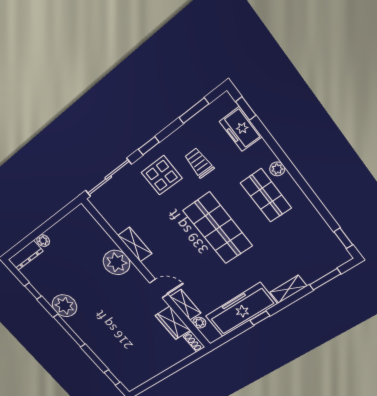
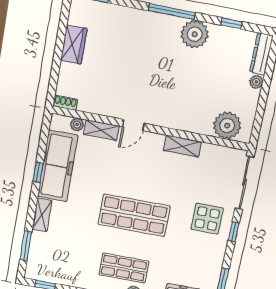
trolley: (199, 163) -> (189, 250), removed
plant: (117, 262) -> (227, 125), moved
wardrobe: (173, 323) -> (74, 45), moved, turned 90

